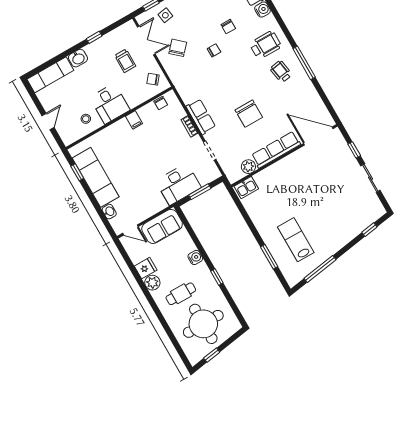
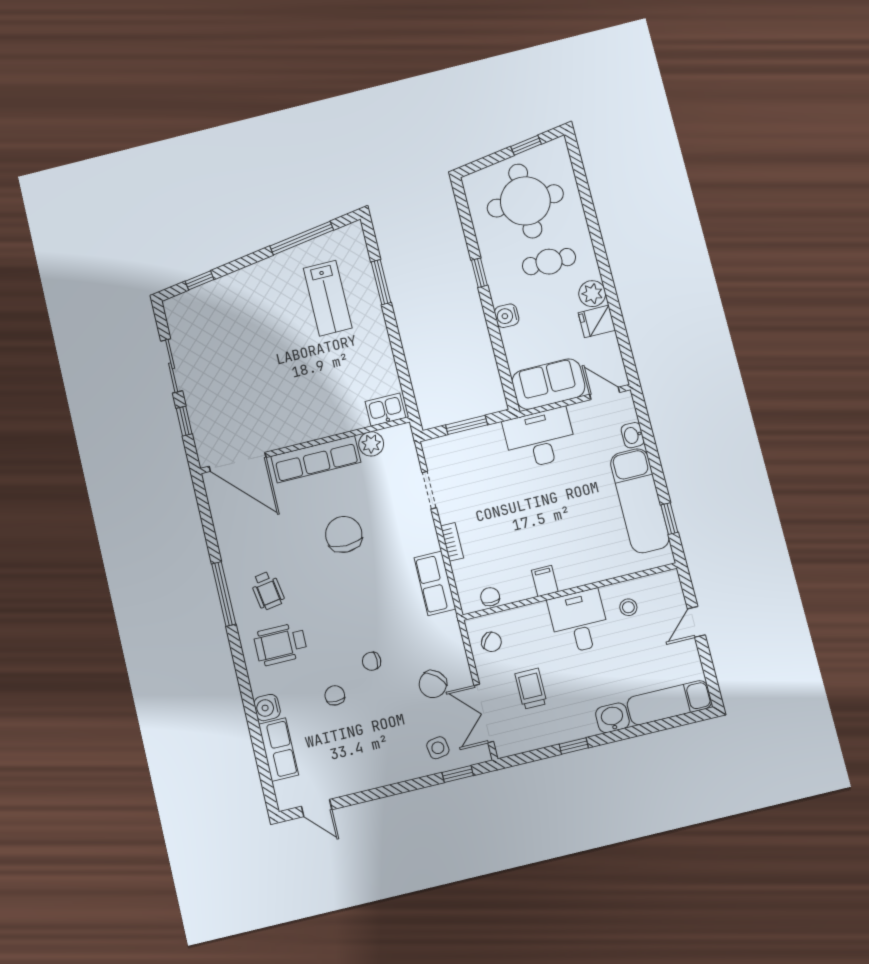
row of seats: (201, 117) -> (435, 583), moved
desk: (178, 184) -> (540, 438), moved

